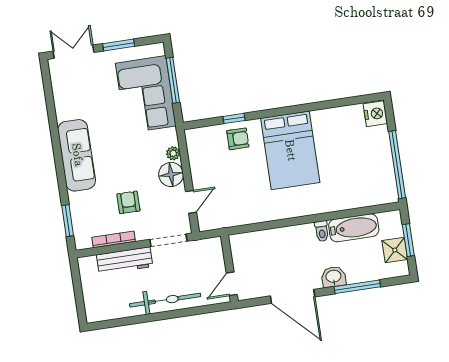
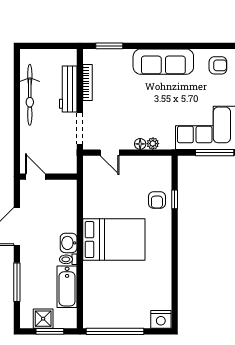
bed: (290, 150) -> (114, 240), moved, turned 180
floor lamp: (171, 174) -> (140, 144), width x0.53, depth x0.53
armchair: (128, 202) -> (218, 65), moved
washbasin: (334, 277) -> (69, 243), moved, turned 180
bicycle: (165, 300) -> (30, 95), moved

